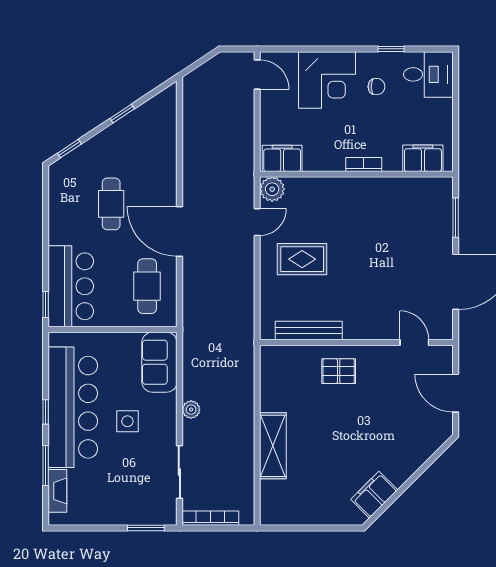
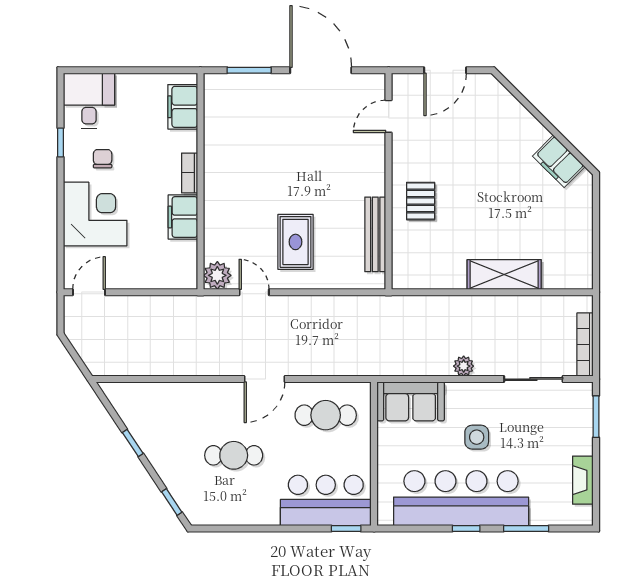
filing cabinet: (282, 158) -> (183, 217), moved
door: (179, 231) -> (264, 379), width x0.73
fireplace: (57, 491) -> (583, 480), moved, turned -90

